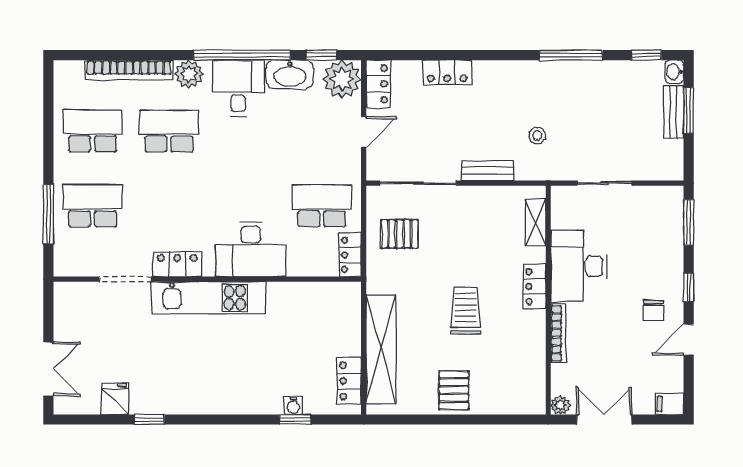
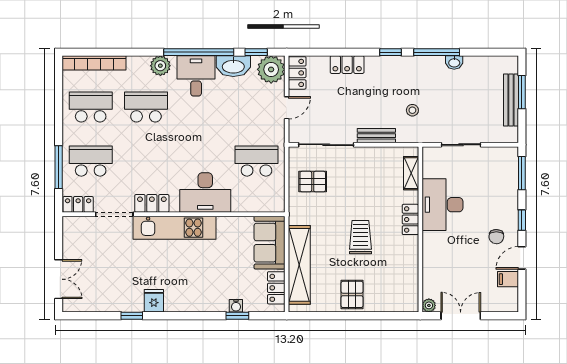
window: (646, 55) -> (391, 52), moved
bookcase: (129, 70) -> (94, 63), moved
washbasin: (674, 72) -> (454, 62), moved, turned -90
bench: (674, 112) -> (511, 100), width x1.36
locker: (350, 255) -> (78, 204), moved, turned 90
sofa: (340, 318) -> (270, 243), added
bookcase: (558, 333) -> (428, 253), removed
fridge: (115, 399) -> (154, 301), moved
filing cabinet: (669, 404) -> (508, 279), moved

